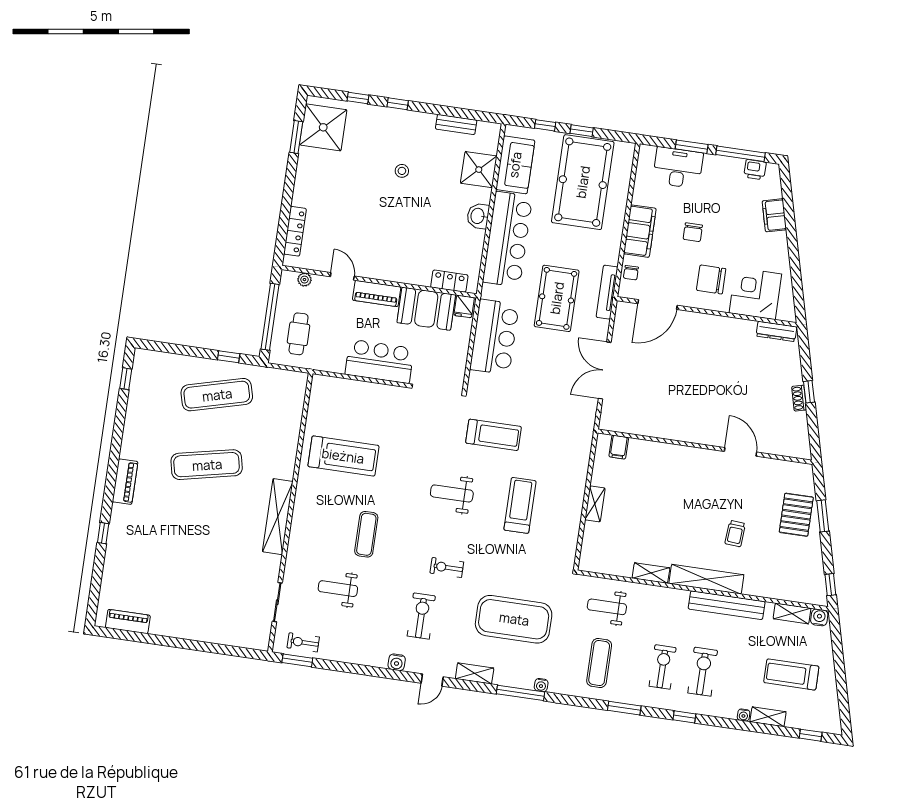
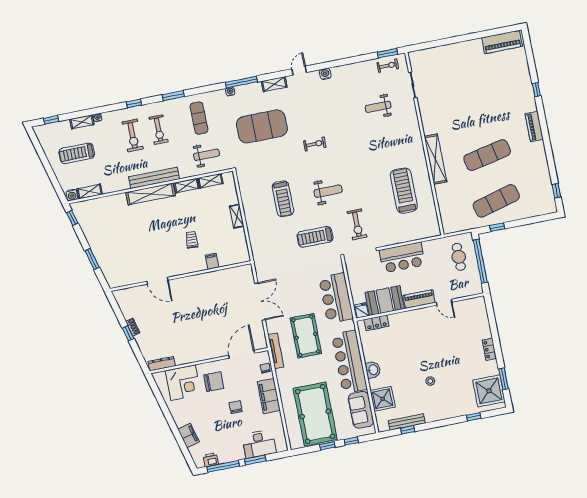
window: (398, 104) -> (408, 430), moved
bench: (456, 124) -> (407, 422), width x1.36
locker: (295, 231) -> (489, 349), moved, width x0.66
plant: (304, 280) -> (467, 292), removed
filing cabinet: (619, 447) -> (212, 261), moved
treadmill: (343, 456) -> (404, 191), turned 90
pallet: (796, 515) -> (109, 254), removed
shelving: (278, 517) -> (435, 159), moved
exercise mat: (366, 534) -> (372, 147), removed
trolley: (735, 534) -> (192, 240), moved
shelving: (614, 568) -> (210, 181), added
weight bench: (338, 589) -> (378, 107), turned 180
bench: (727, 605) -> (154, 178), moved
exercise bike: (421, 616) -> (357, 224), moved
piano: (128, 622) -> (502, 42), width x1.37, depth x1.33
treadmill: (791, 674) -> (77, 153), turned 180

